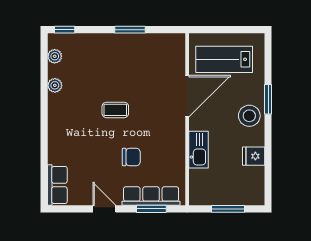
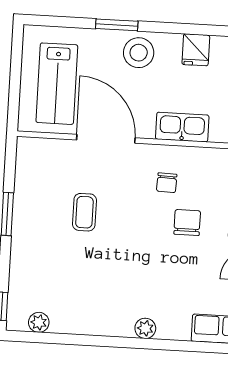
plant: (55, 85) -> (145, 328), moved
coffee table: (115, 110) -> (84, 212), moved
chair: (159, 141) -> (167, 183), added

